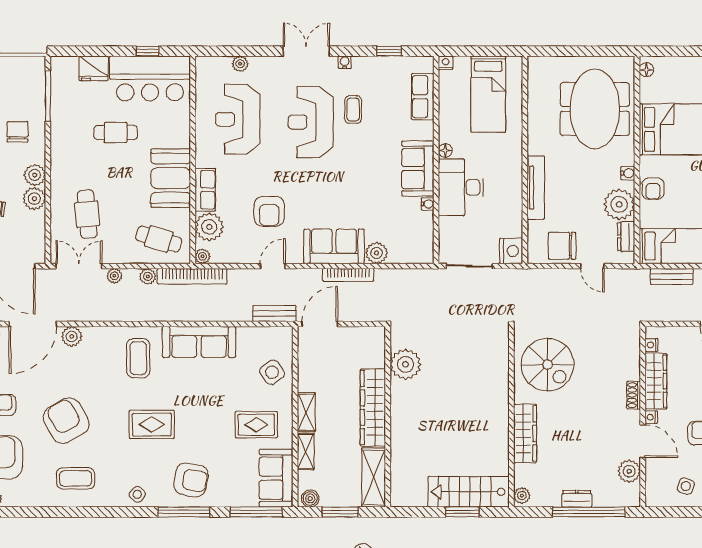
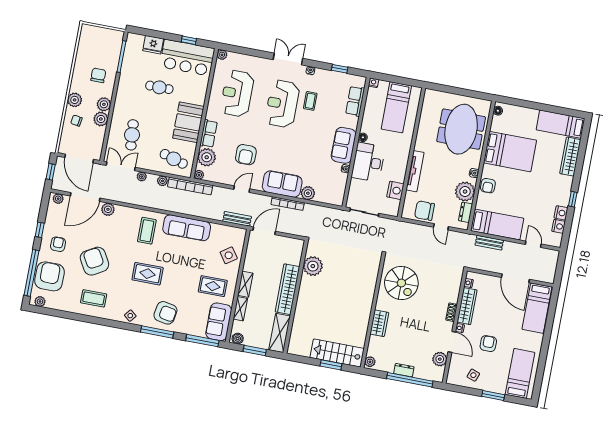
plant: (240, 64) -> (222, 55), moved
nightstand: (511, 251) -> (395, 190), moved
wardrobe: (525, 433) -> (379, 323), width x0.67

